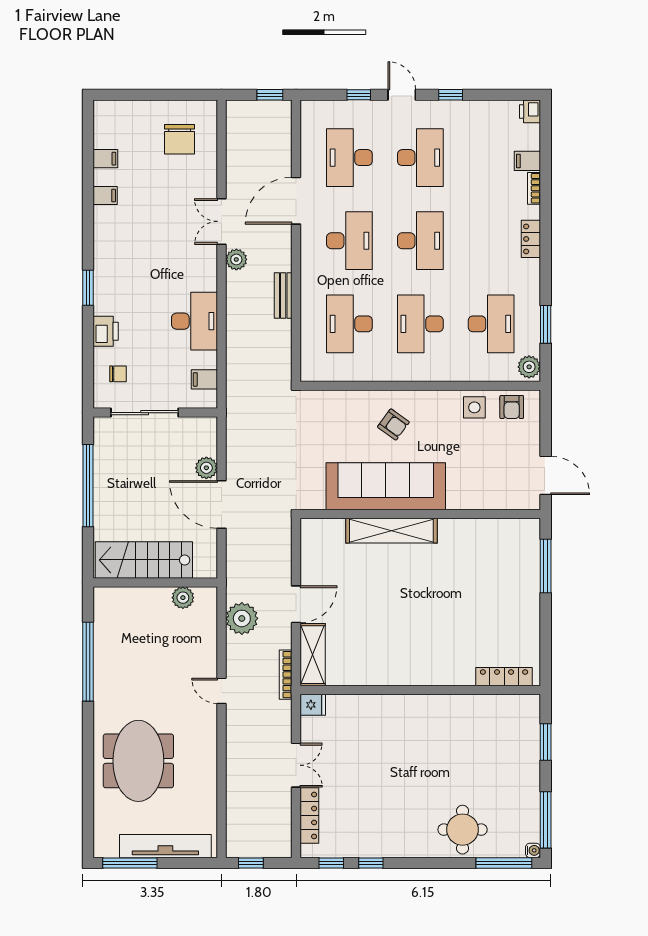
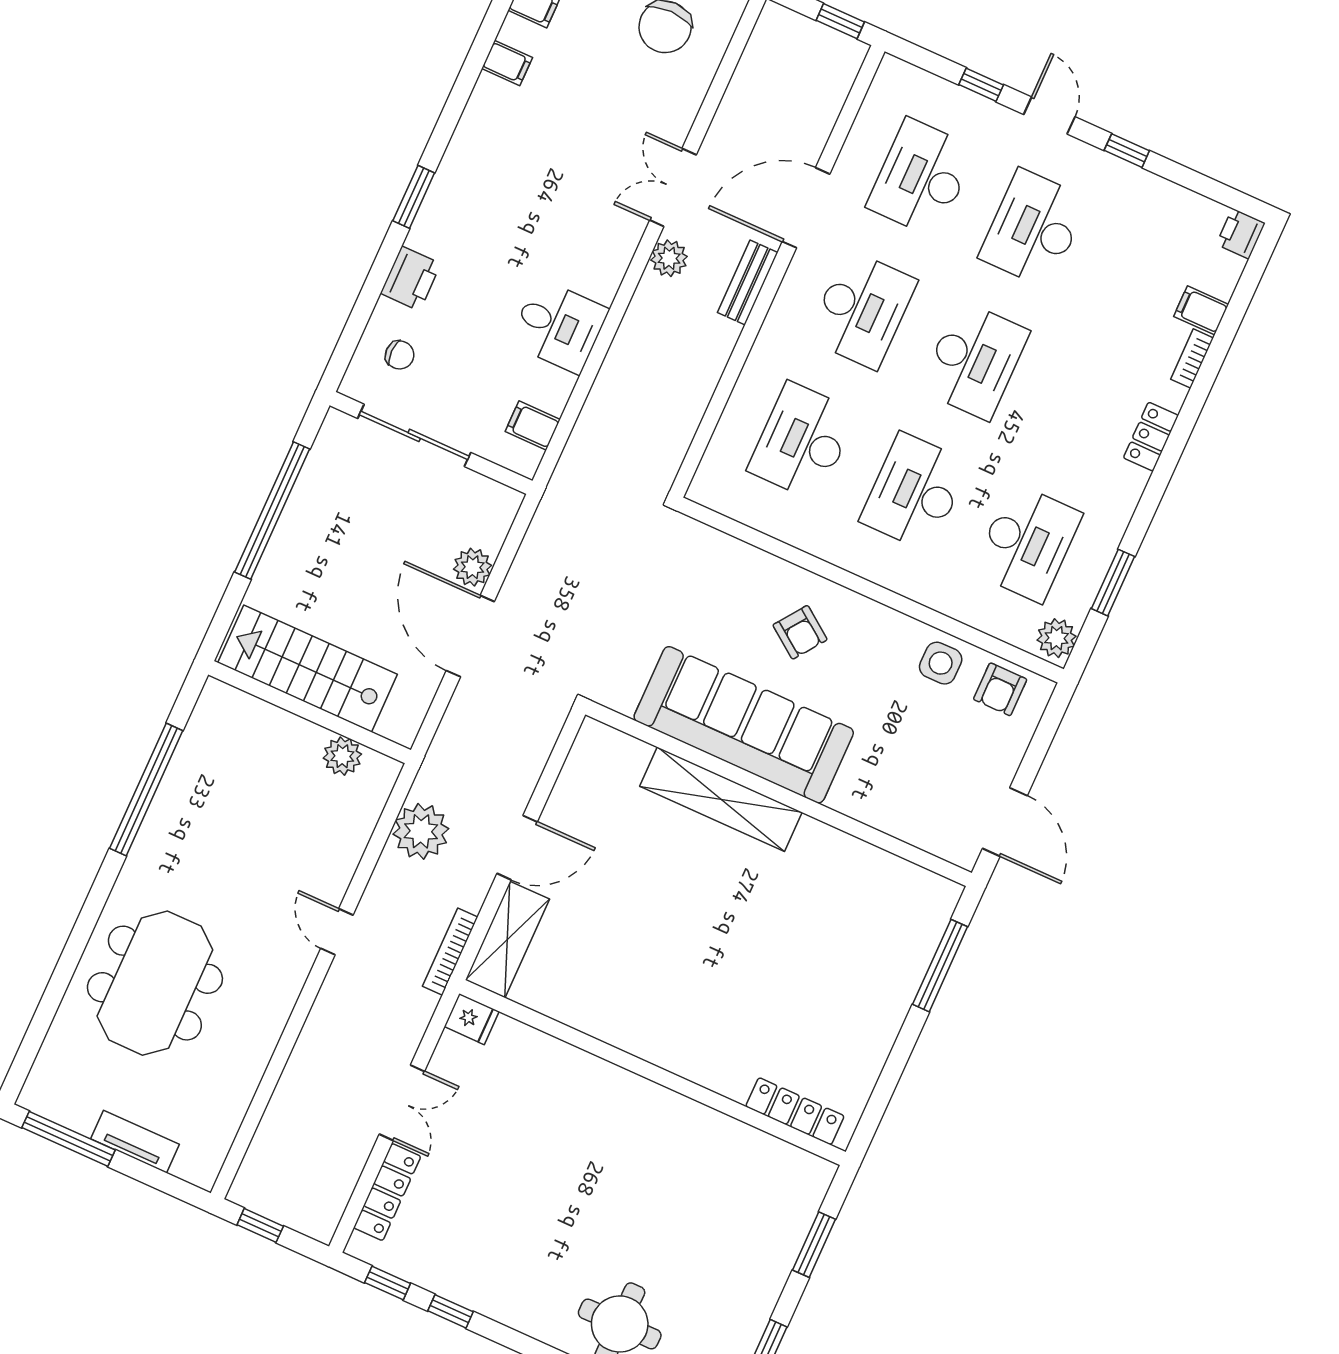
desk: (420, 158) -> (1034, 228), turned 180
bench: (283, 295) -> (748, 282), moved
desk: (195, 321) -> (559, 326), width x0.73
tv unit: (165, 846) -> (135, 1142), width x0.52, depth x0.78

